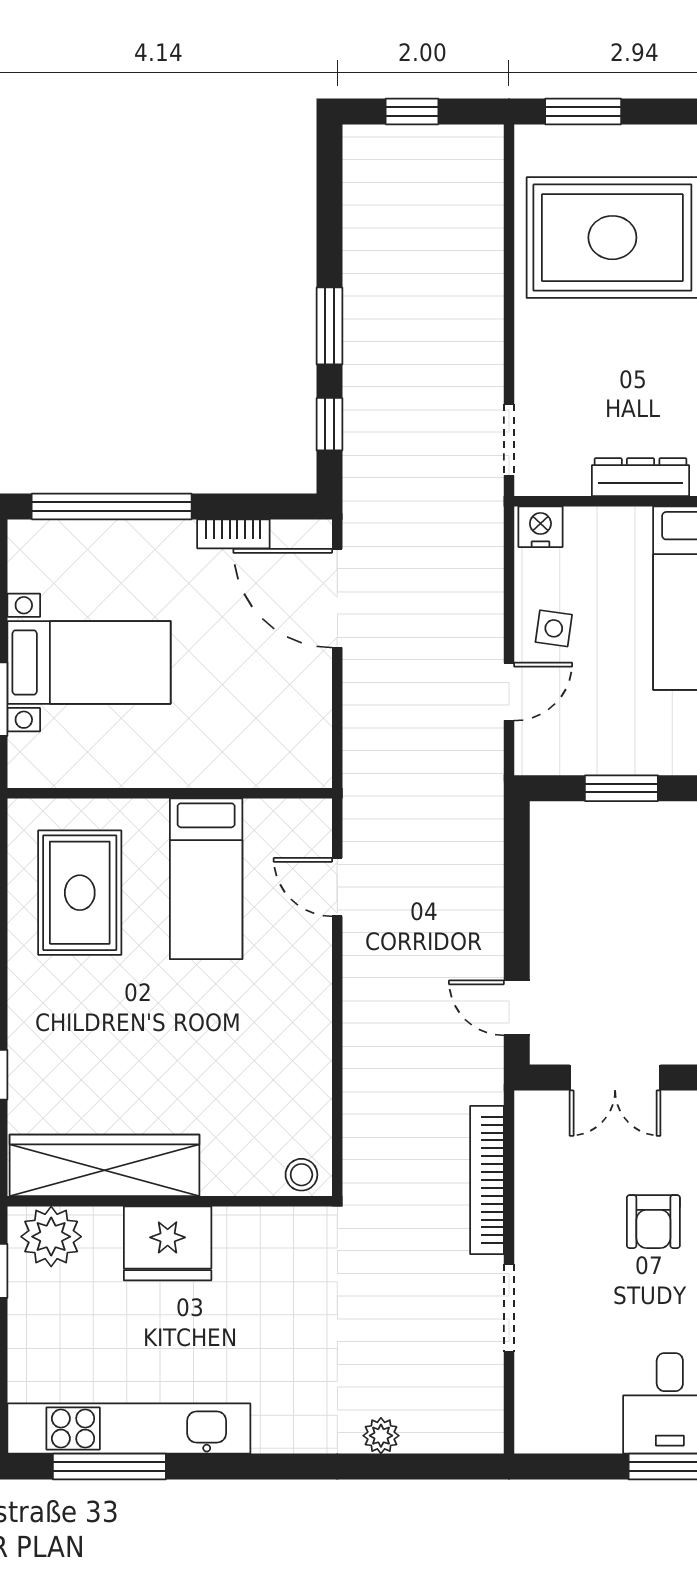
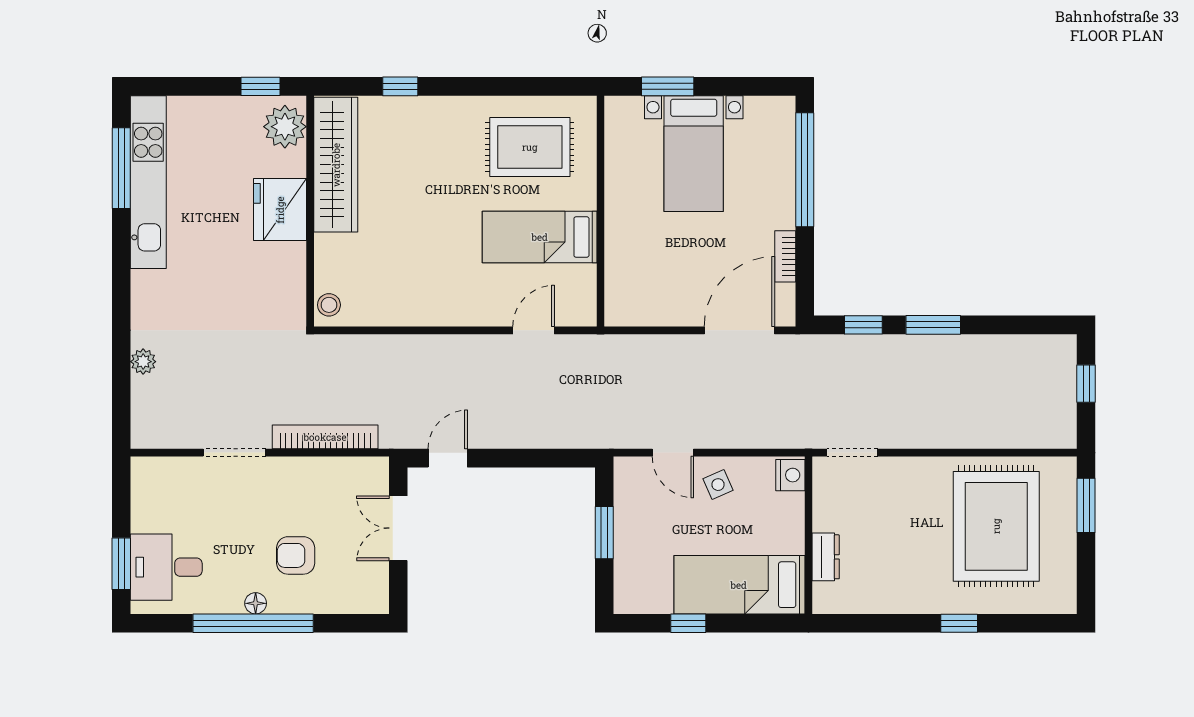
dresser: (641, 477) -> (826, 557), width x0.70
side table: (554, 628) -> (718, 485), turned -32

